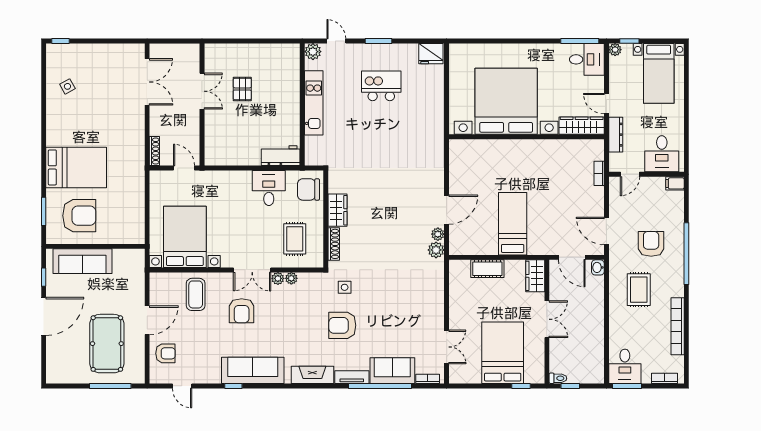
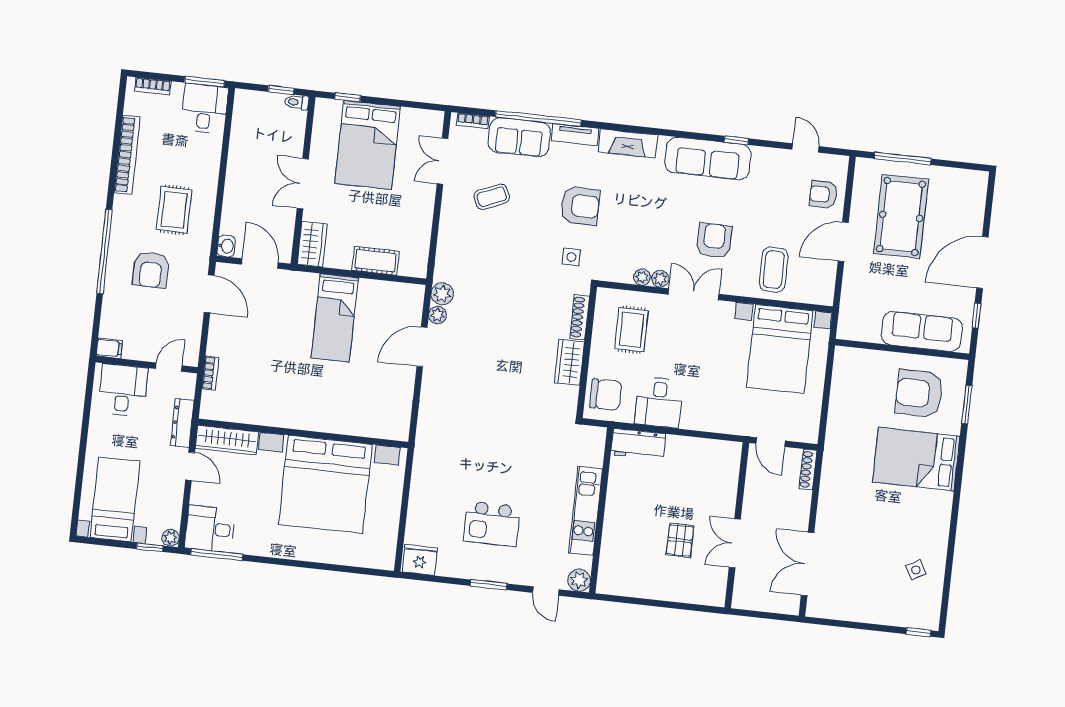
coffee table: (408, 325) -> (492, 197), added

